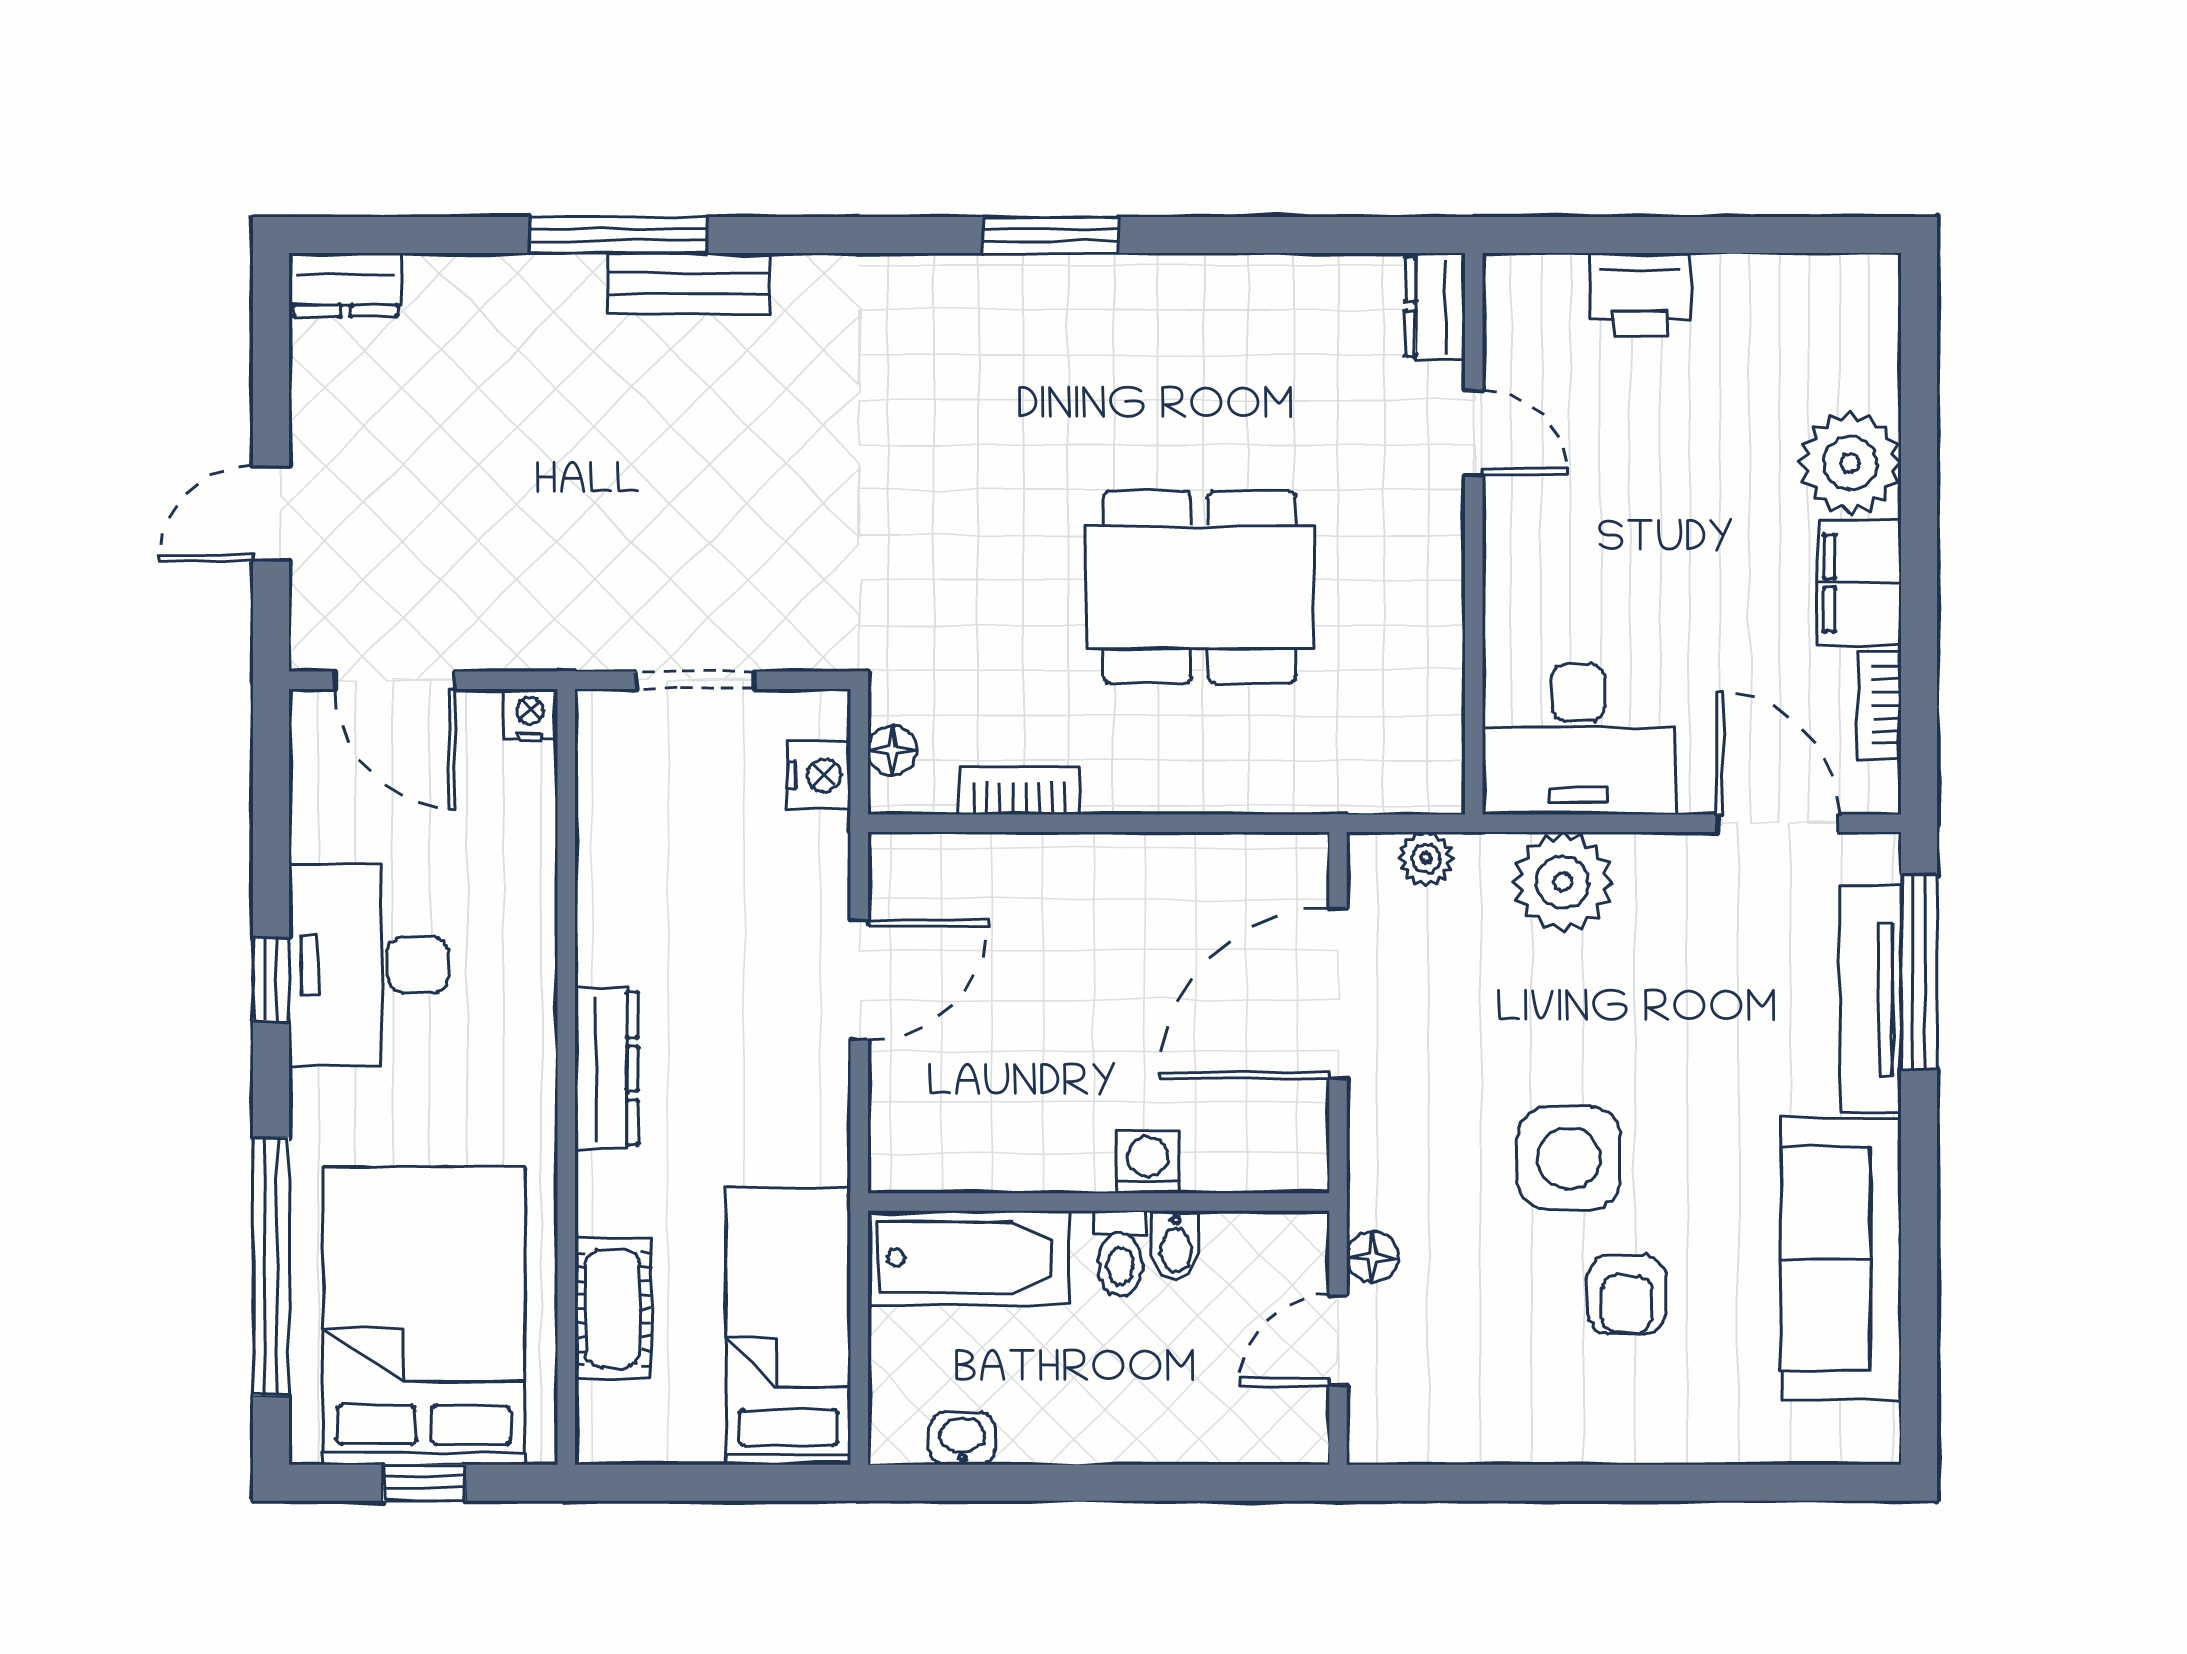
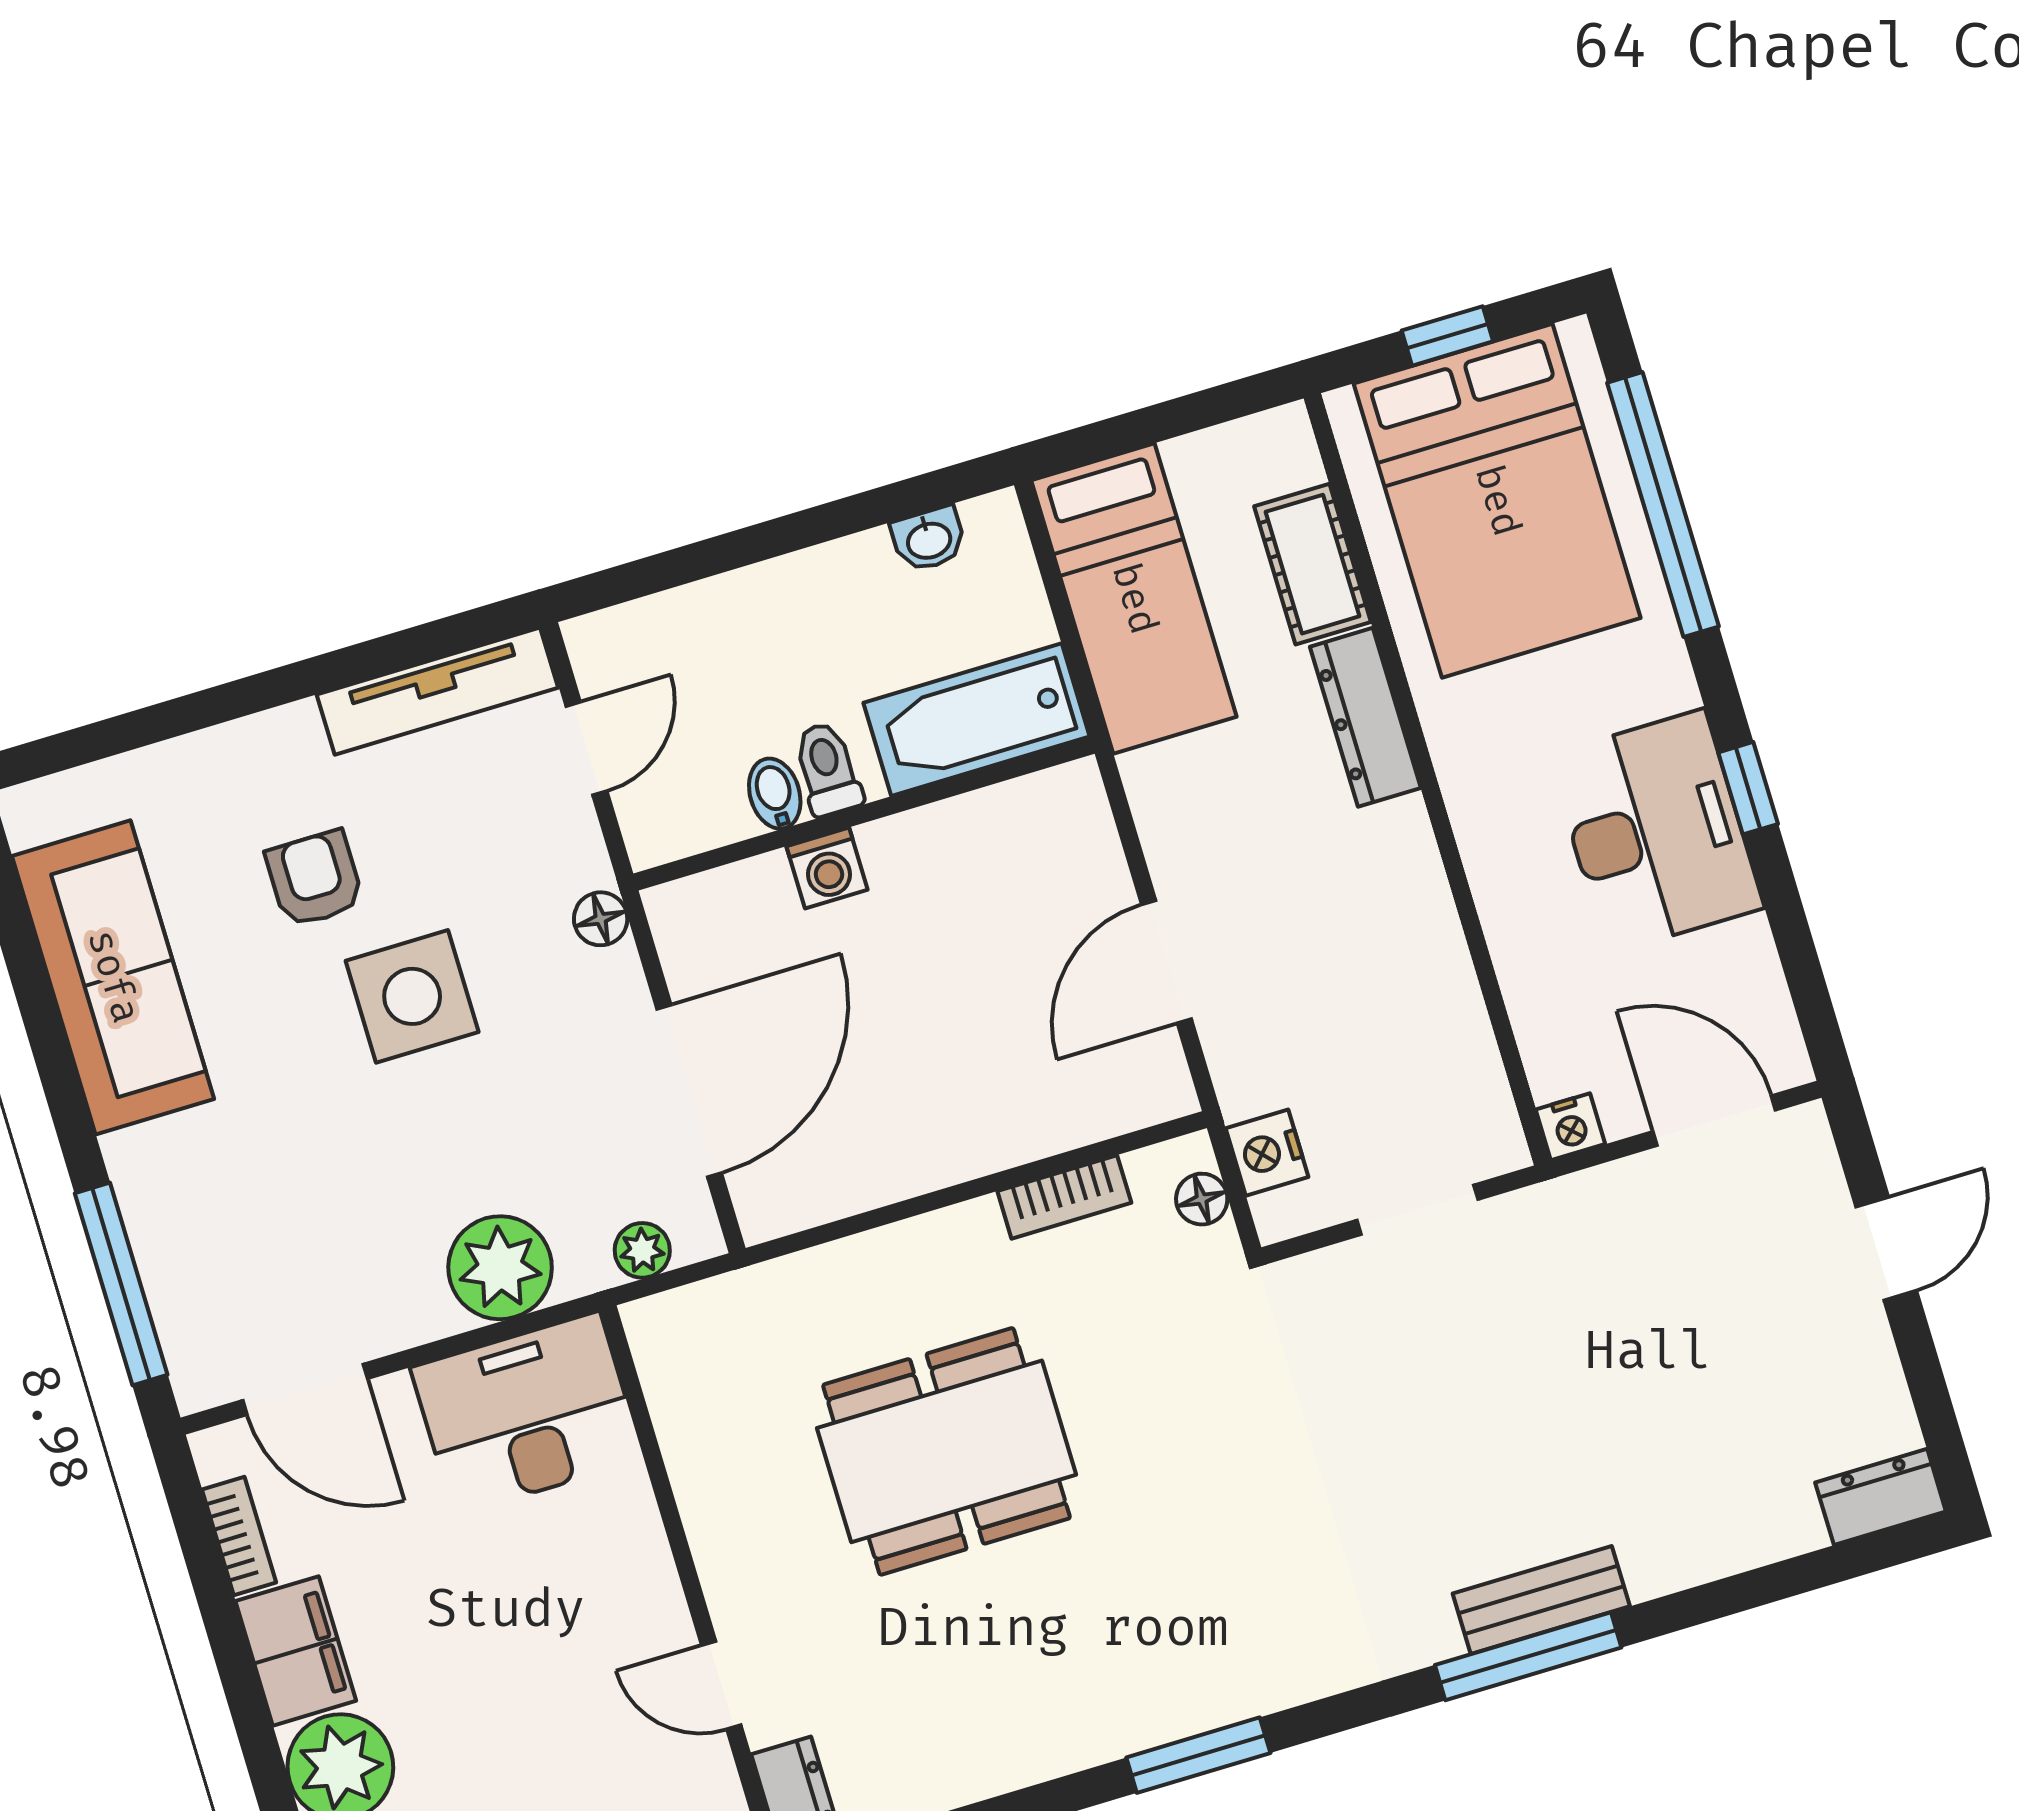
window: (619, 235) -> (1528, 1656), moved
tv unit: (1871, 999) -> (437, 691), moved, turned 90
dresser: (607, 1068) -> (1365, 717), moved
floor lamp: (1372, 1257) -> (601, 919), moved

